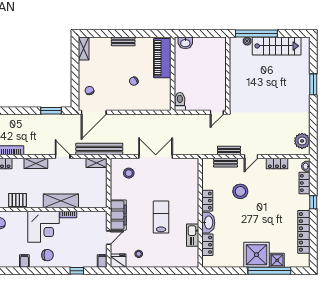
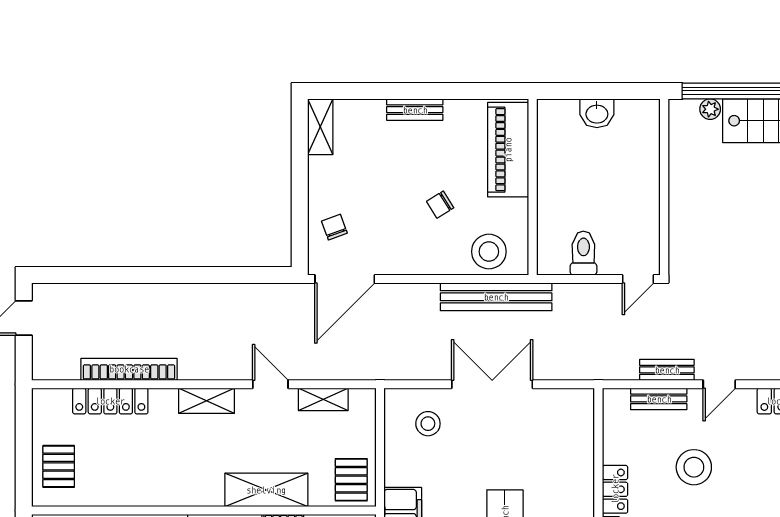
washbasin: (185, 43) -> (597, 113), moved
stool: (154, 101) -> (489, 252), added
toilet: (180, 101) -> (583, 253), moved
window: (51, 111) -> (243, 275), removed
bench: (99, 149) -> (496, 297), moved
shelving: (97, 163) -> (323, 399), moved
pallet: (18, 200) -> (351, 480), moved, turned 90

